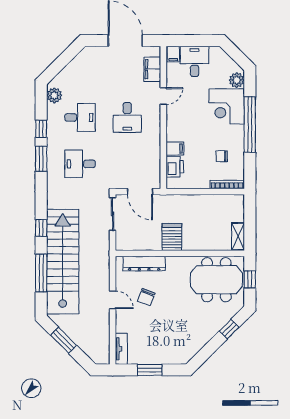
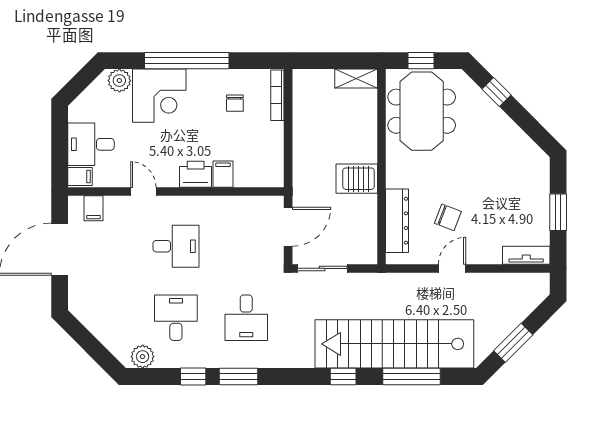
filing cabinet: (152, 69) -> (93, 208), width x0.50
printer: (175, 167) -> (196, 174), moved

